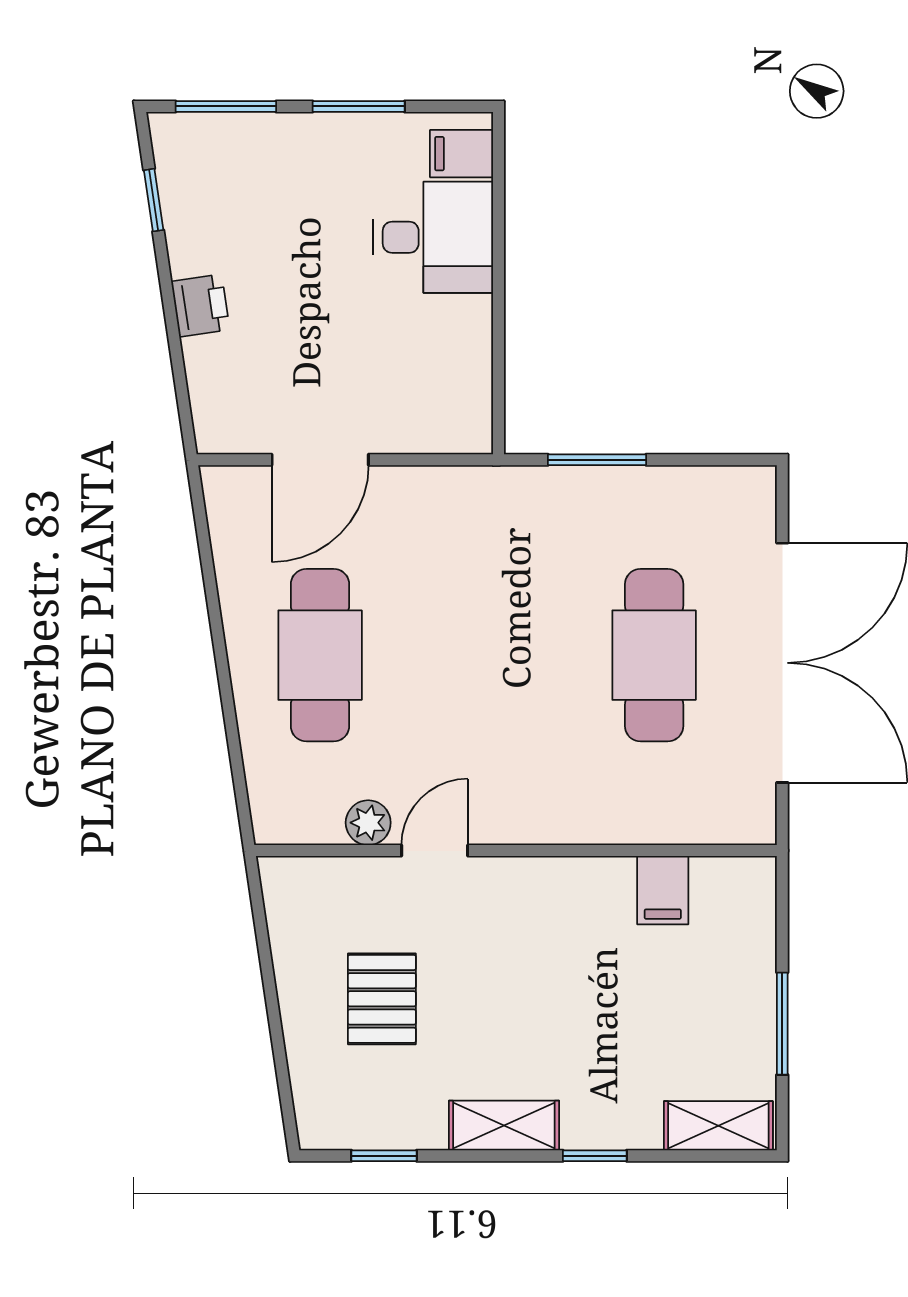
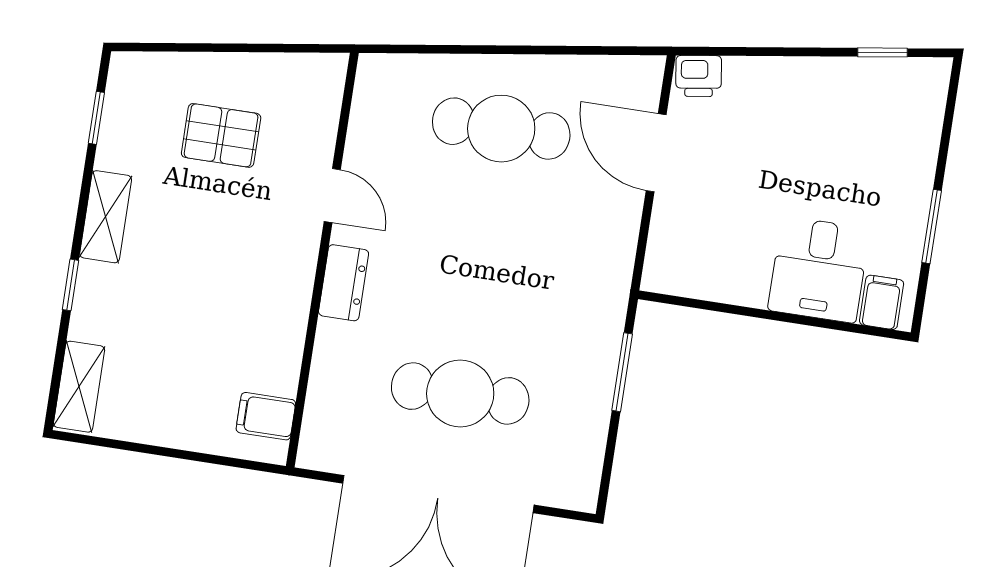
window: (226, 106) -> (948, 121), removed
printer: (200, 305) -> (699, 76), moved
dresser: (540, 820) -> (344, 283), added
plant: (368, 823) -> (362, 146), removed
filing cabinet: (663, 890) -> (266, 416), moved
window: (782, 1024) -> (152, 450), removed

